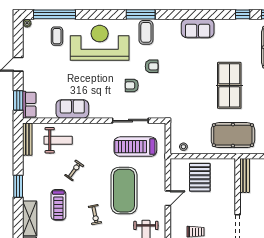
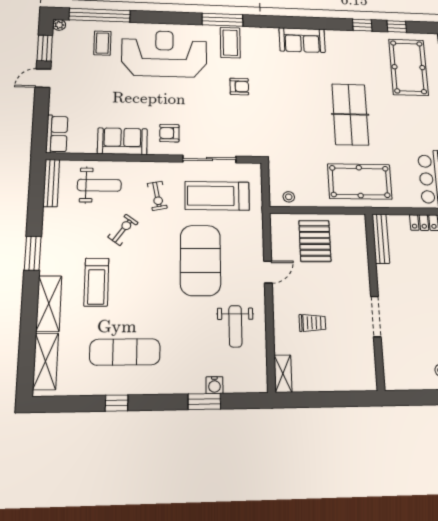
armchair: (132, 85) -> (169, 133), moved
window: (18, 100) -> (45, 48), moved
exercise bike: (95, 215) -> (157, 196), moved

